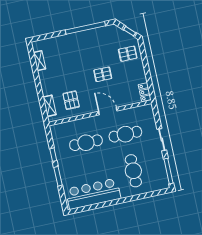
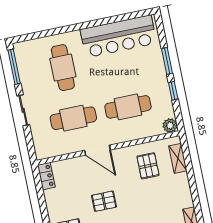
plant: (55, 130) -> (170, 125), added

